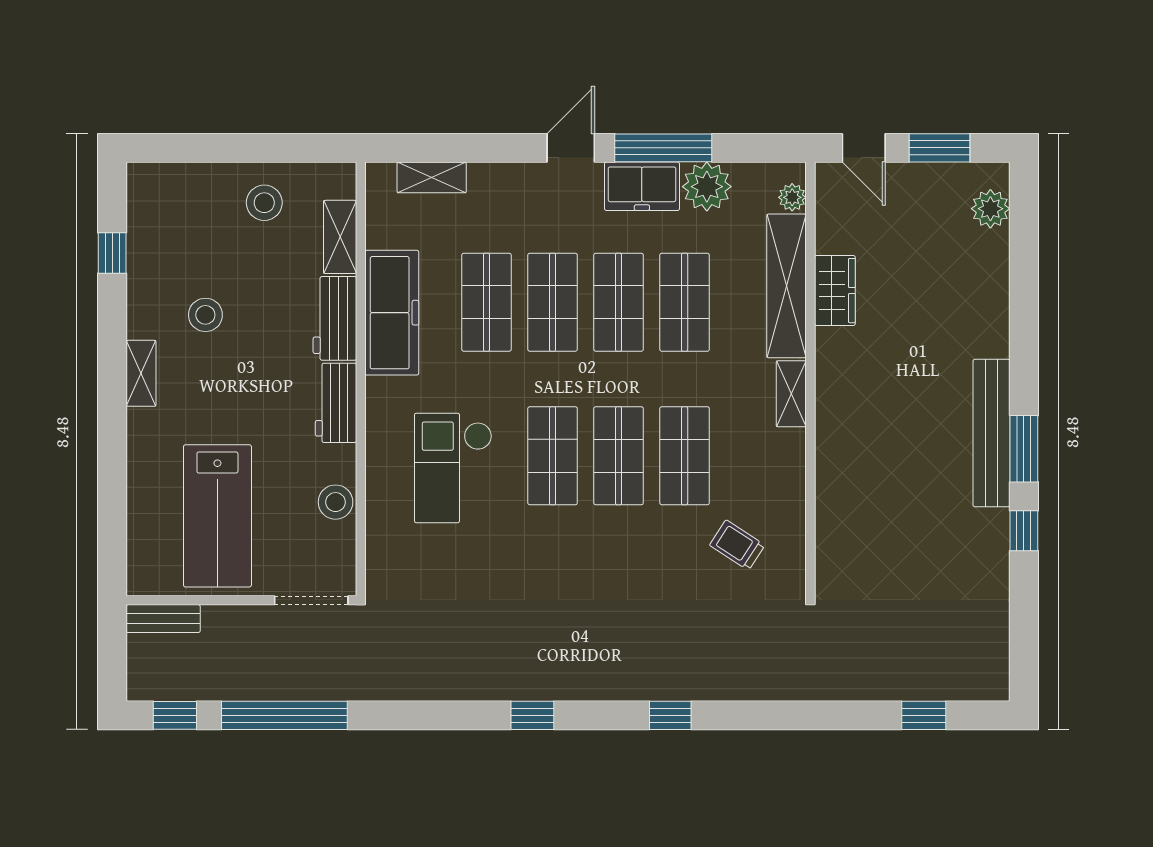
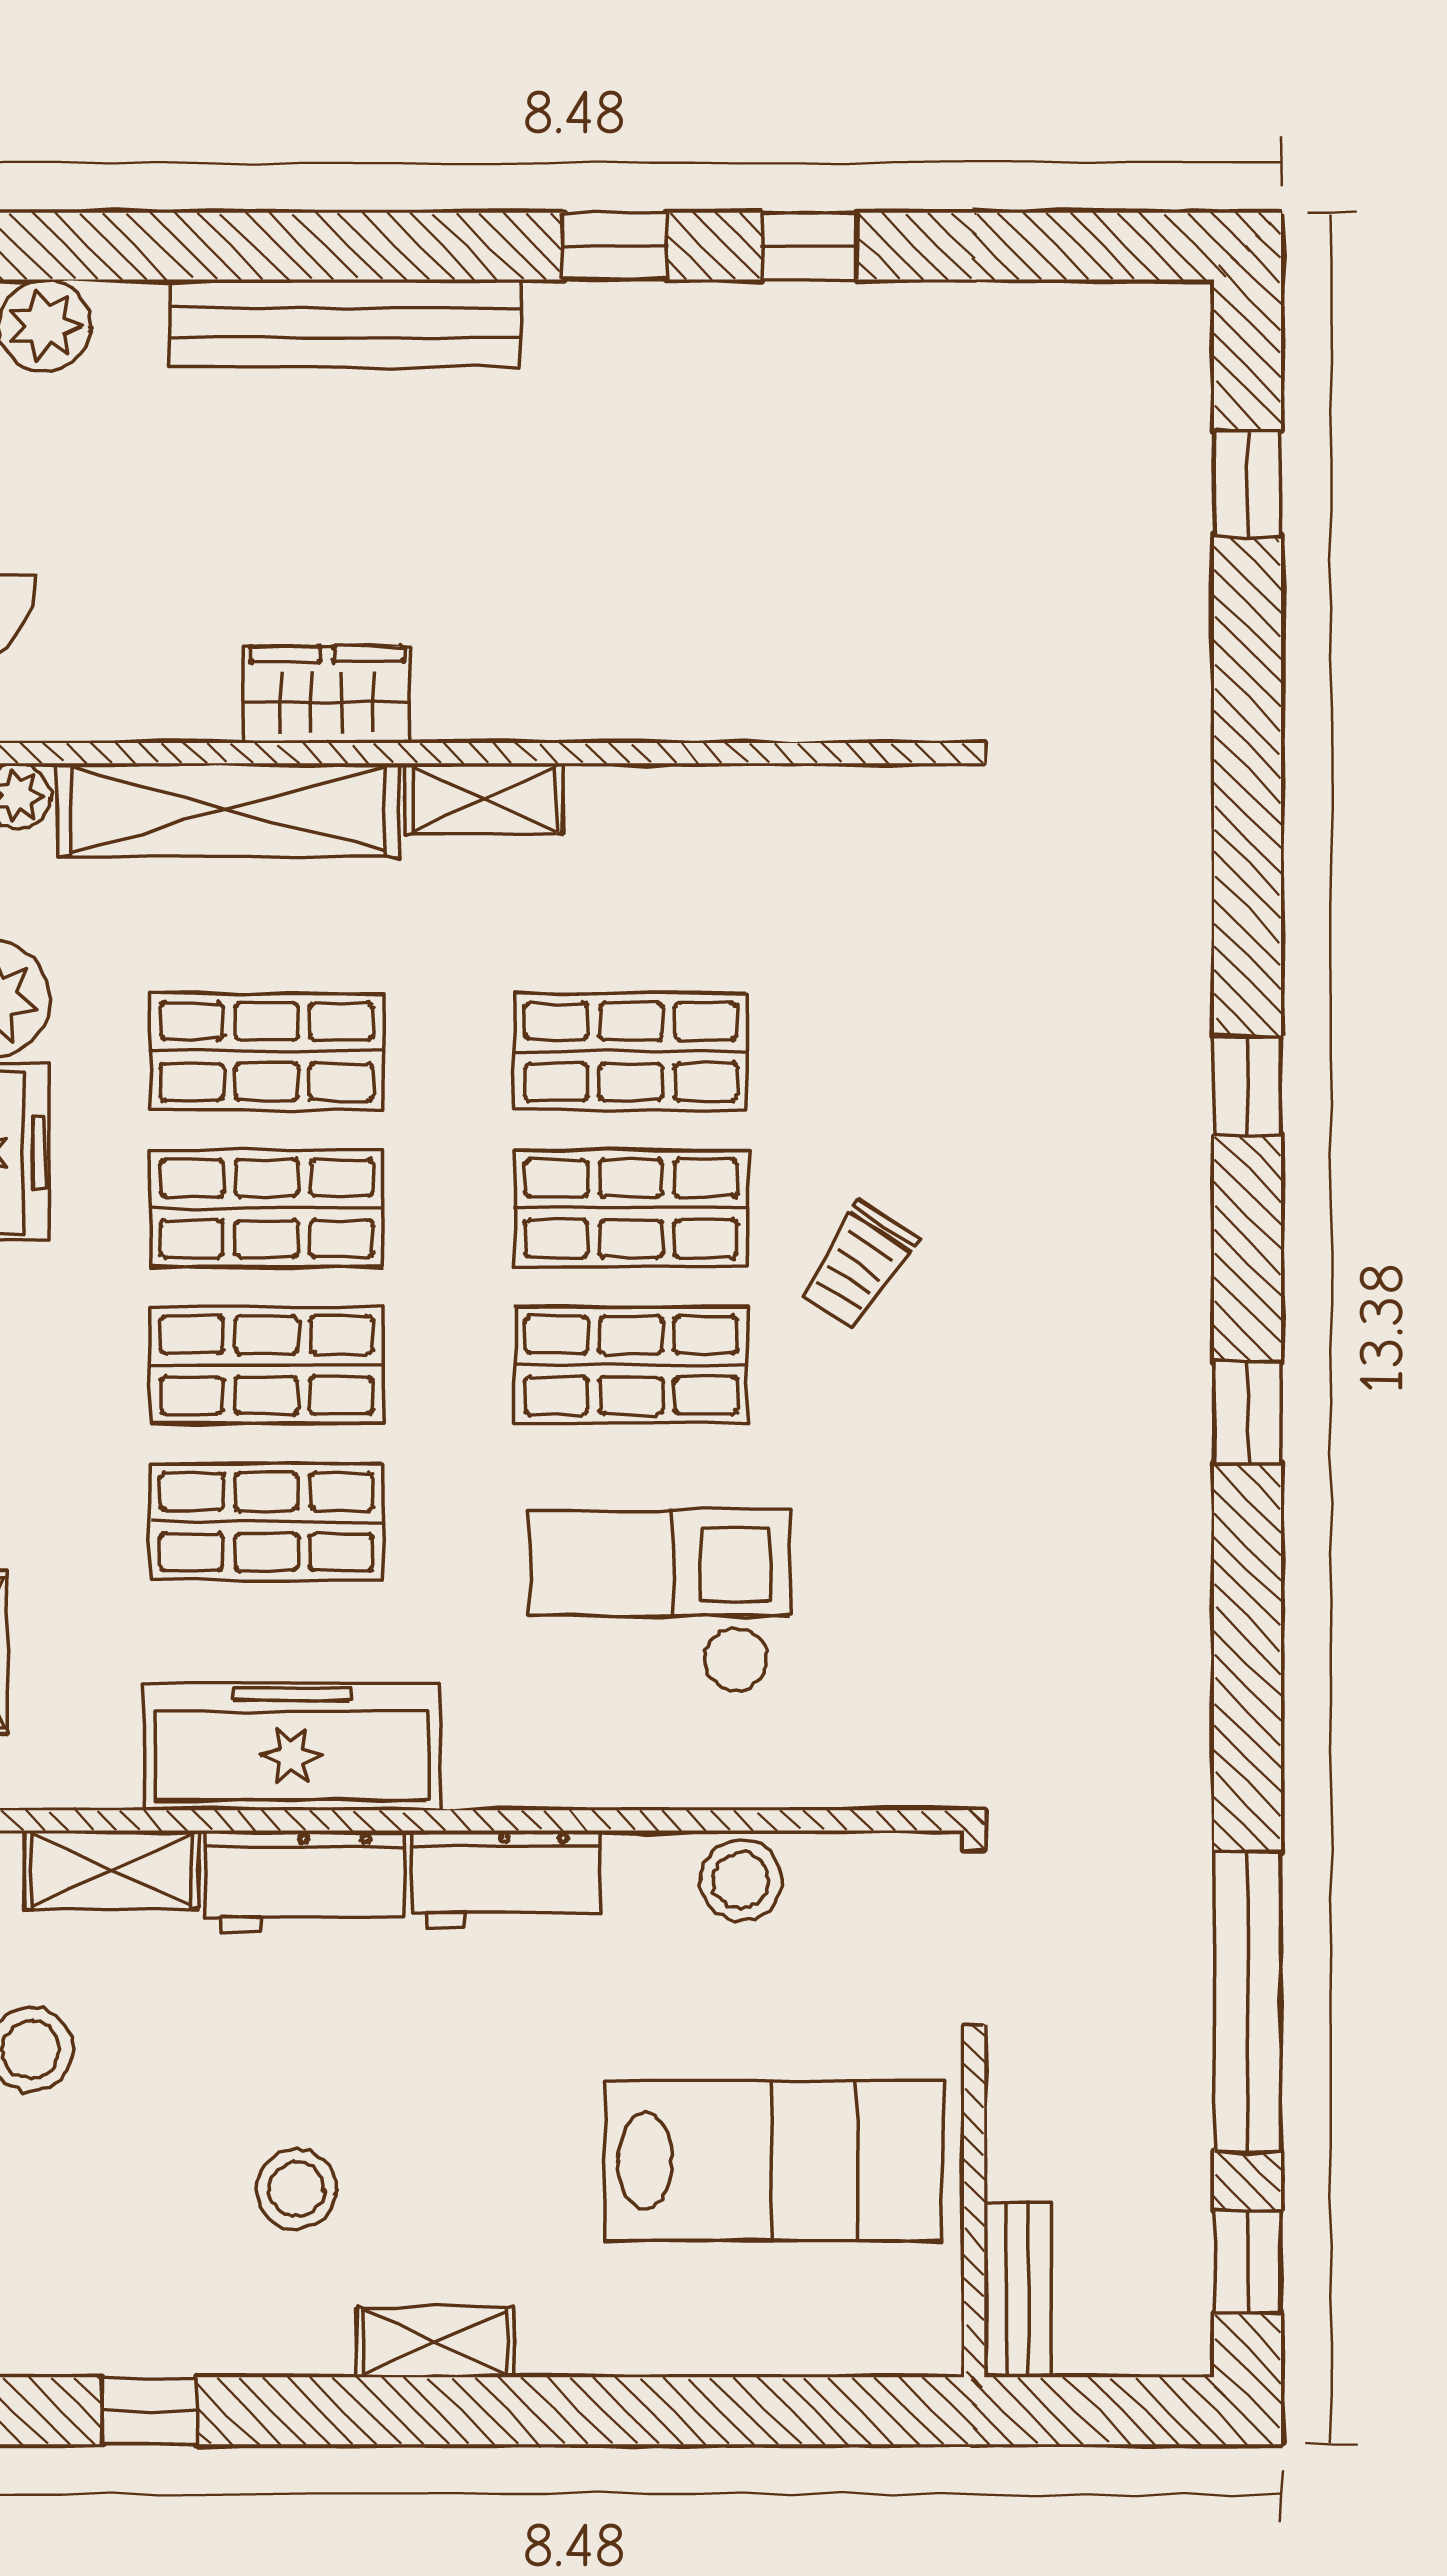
wardrobe: (835, 291) -> (327, 695), moved
bench: (991, 433) -> (346, 323), moved
window: (1024, 449) -> (614, 246), width x0.67
checkout: (453, 468) -> (660, 1601), turned 180
trolley: (737, 545) -> (858, 1265), moved

